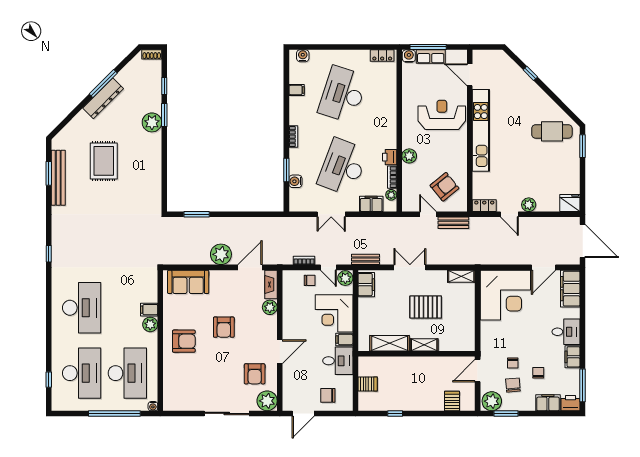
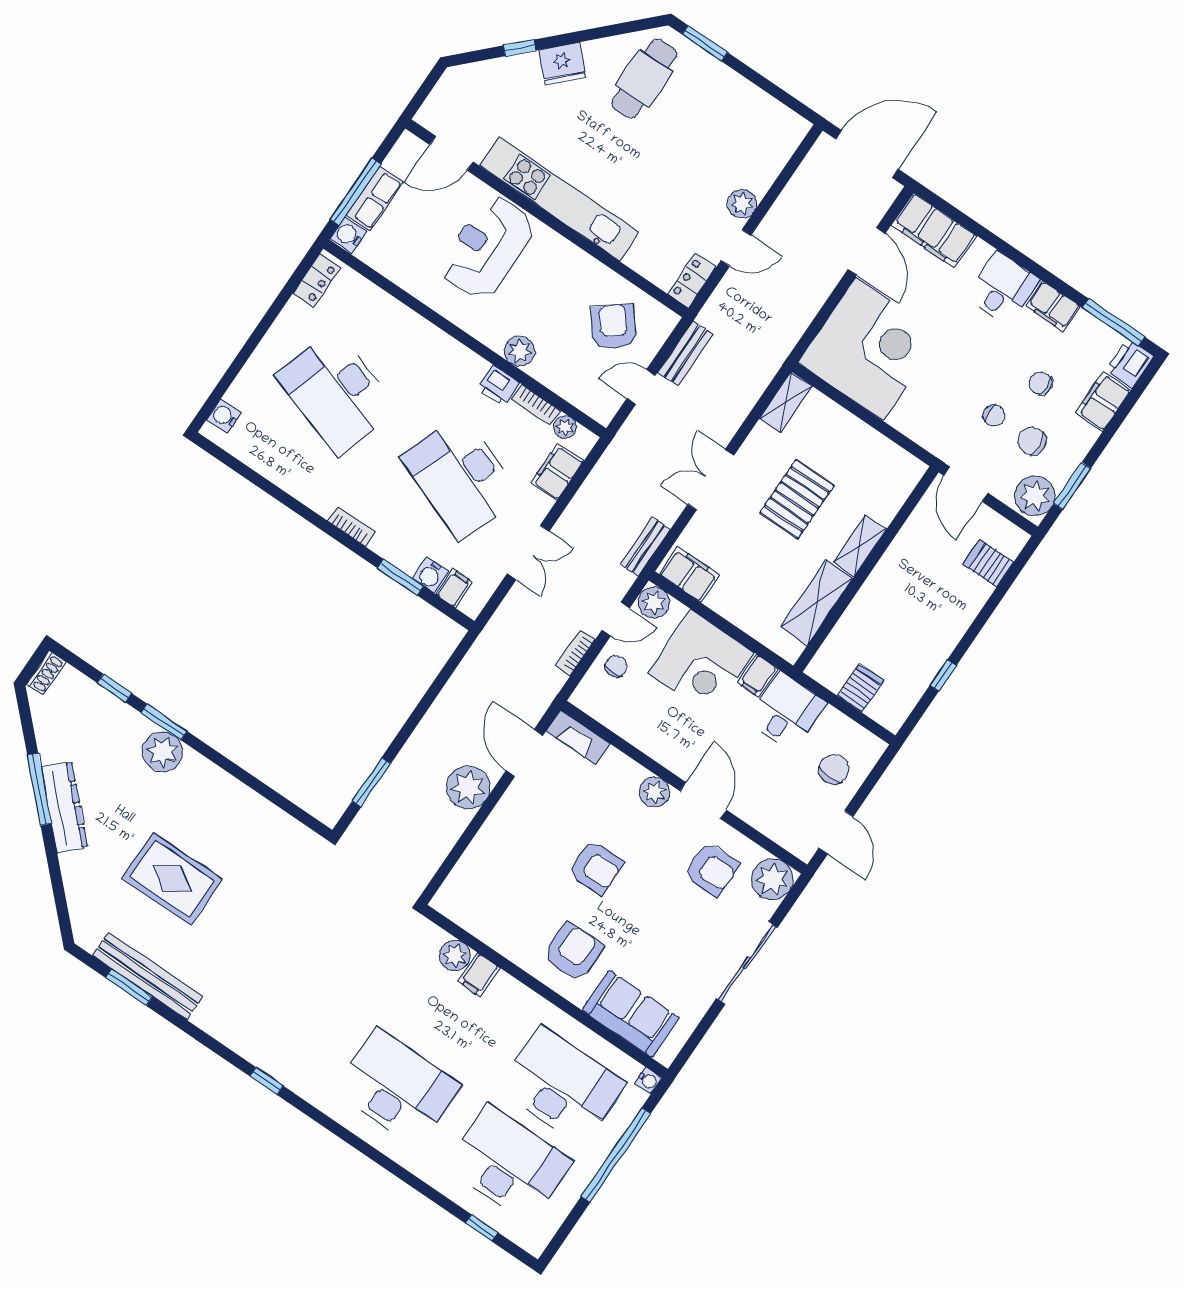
filing cabinet: (297, 90) -> (454, 588), moved
fridge: (570, 203) -> (562, 64), moved, turned -135
sofa: (188, 282) -> (631, 1014), moved, turned -90
plant: (270, 307) -> (655, 792), moved
plant: (150, 324) -> (455, 955), moved
chair: (328, 395) -> (834, 769), turned 180

